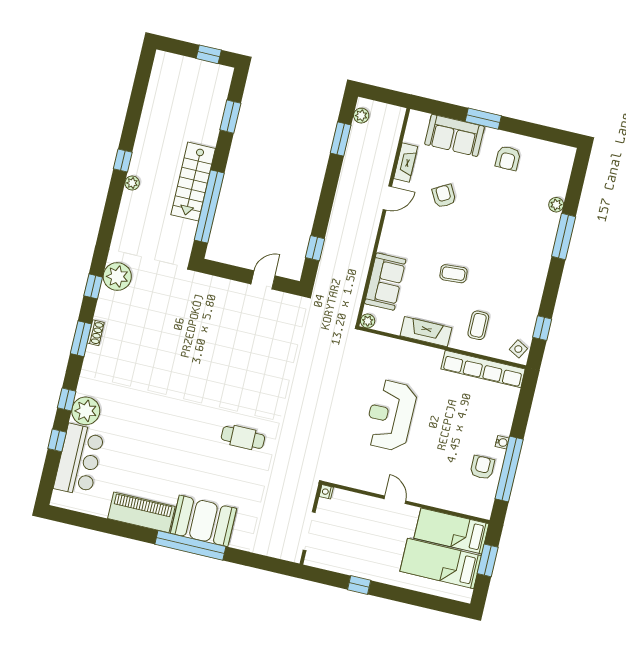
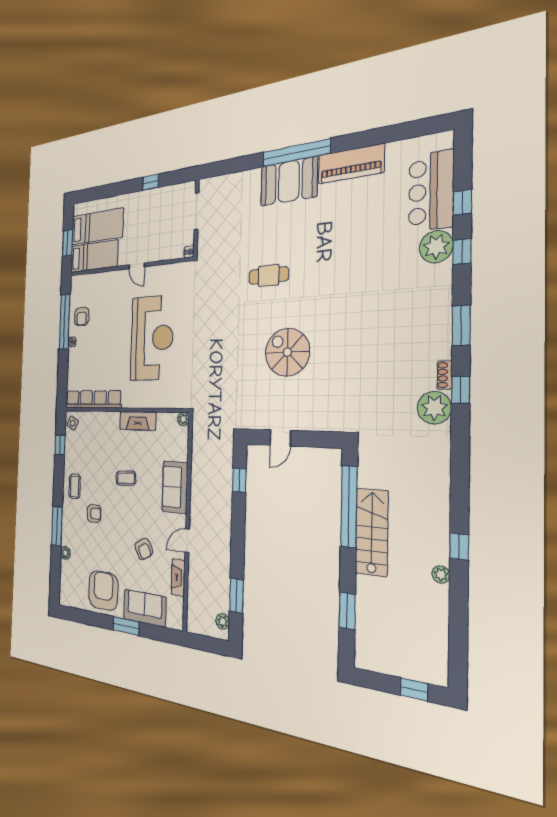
window: (209, 54) -> (414, 689), moved
armchair: (508, 158) -> (103, 591), width x1.88, depth x1.88
plant: (132, 183) -> (441, 574), moved
armchair: (505, 243) -> (94, 514), added
sofa: (385, 282) -> (175, 487), moved
coffee table: (478, 325) -> (75, 486), moved
shoe rack: (96, 333) -> (445, 375), moved
spiral stairs: (239, 358) -> (287, 352), added
reception desk: (390, 415) -> (152, 338), width x1.36, depth x1.30

